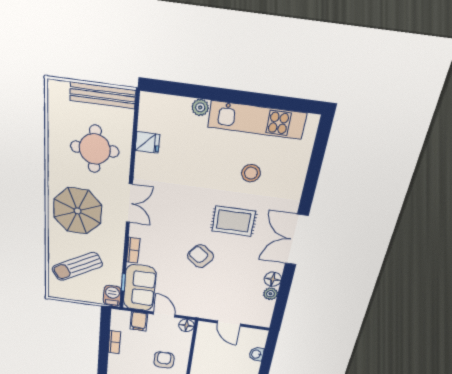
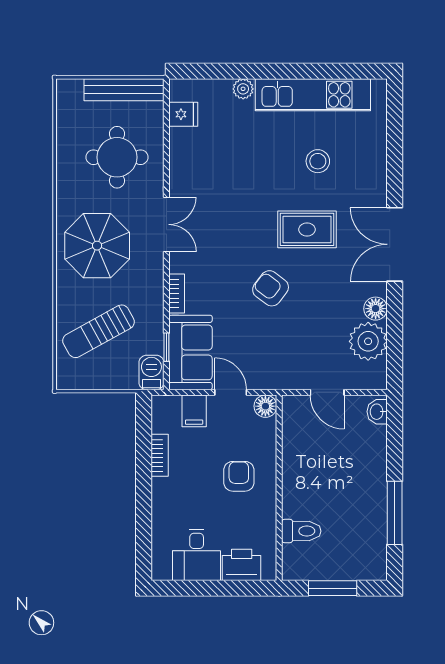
fridge: (147, 143) -> (183, 114), moved
plant: (270, 294) -> (368, 341), width x1.88, depth x1.88
washbasin: (256, 354) -> (377, 412), moved

